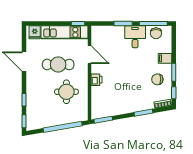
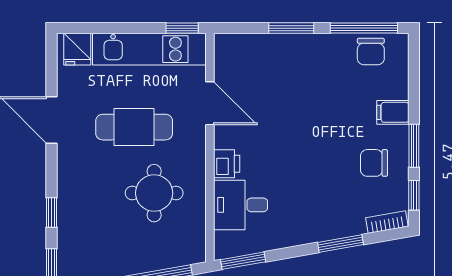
desk: (135, 37) -> (241, 205), moved, turned -90

